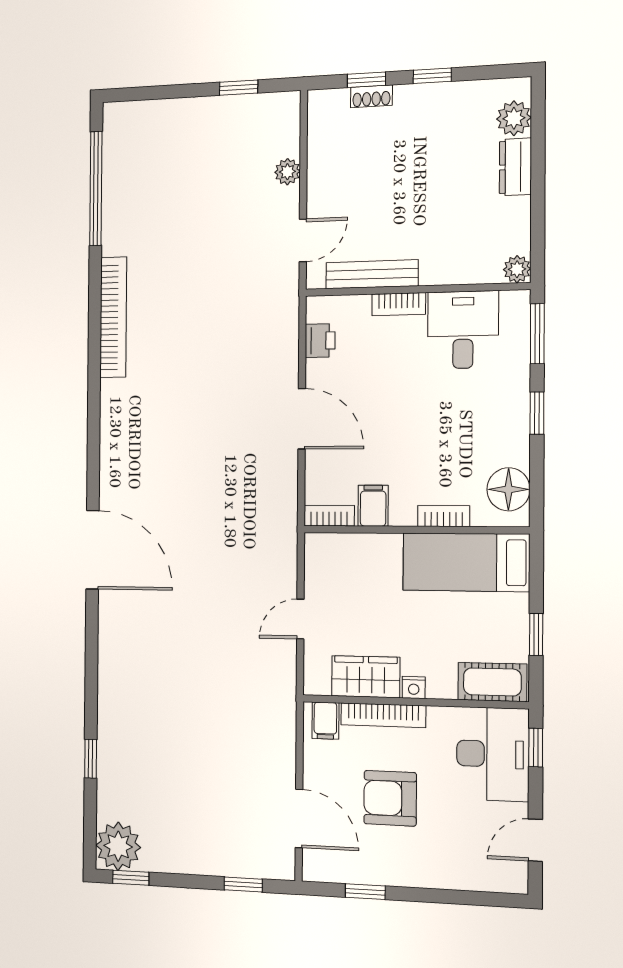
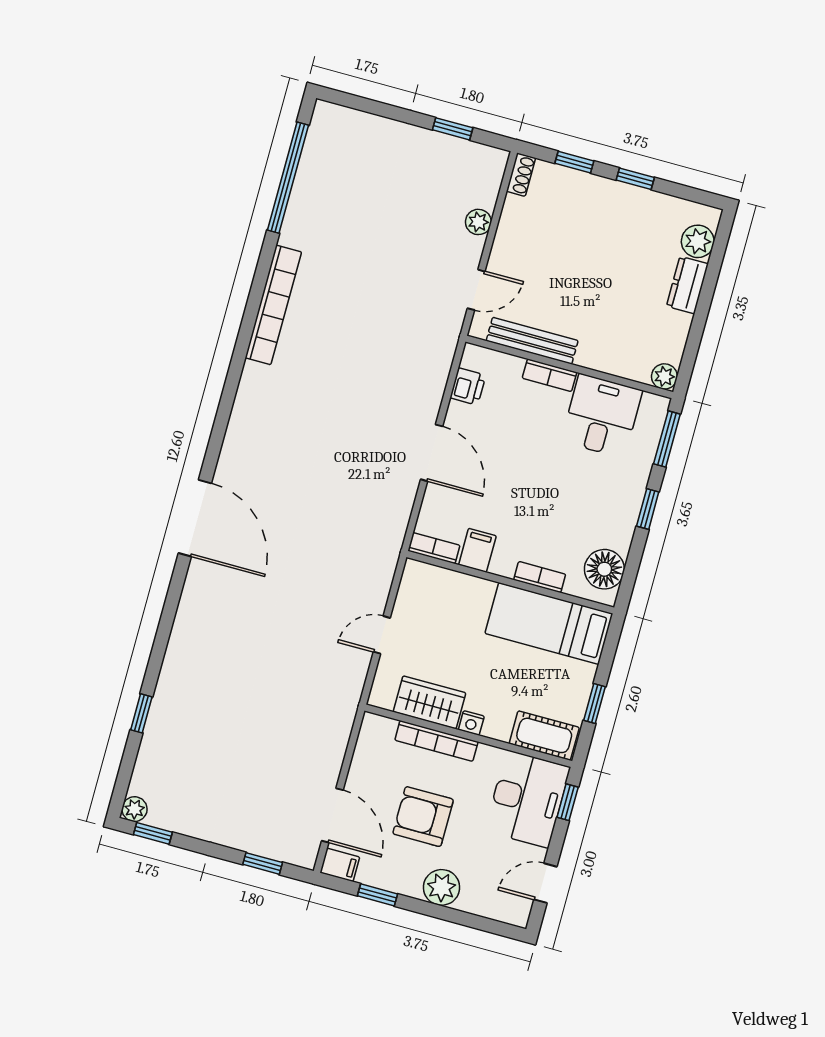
shoe rack: (371, 96) -> (521, 175), moved, turned -90
filing cabinet: (325, 721) -> (340, 865), moved, turned -90
plant: (118, 846) -> (135, 809), width x0.53, depth x0.53
plant: (428, 869) -> (442, 887), added

